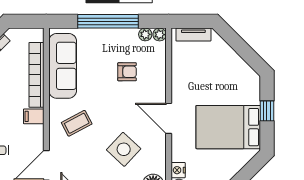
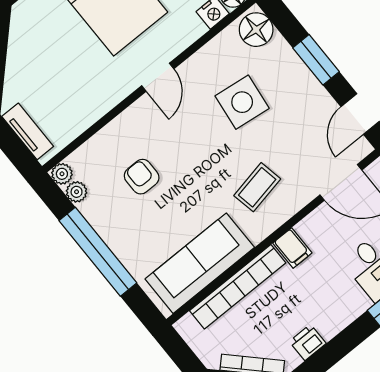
door: (169, 118) -> (158, 77), width x0.73
coffee table: (77, 123) -> (257, 187), turned -73
side table: (124, 149) -> (242, 102), turned -36

